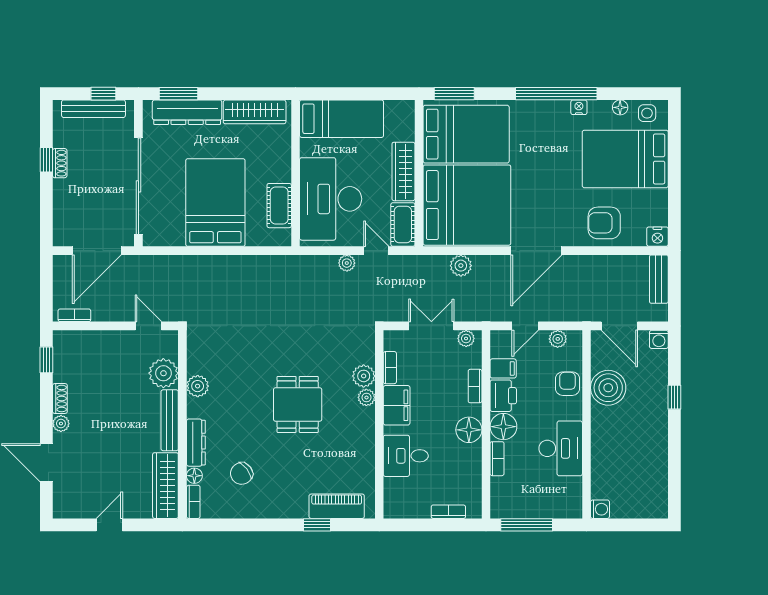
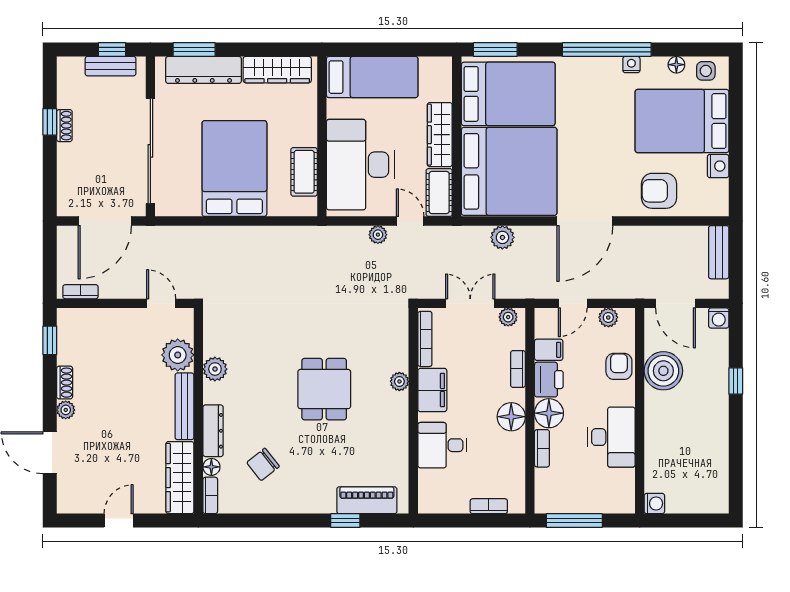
bench: (93, 109) -> (111, 66), width x0.73
nightstand: (657, 237) -> (718, 166), moved, turned -90
bookcase: (390, 368) -> (425, 339), width x1.56
plant: (364, 376) -> (396, 358), removed

